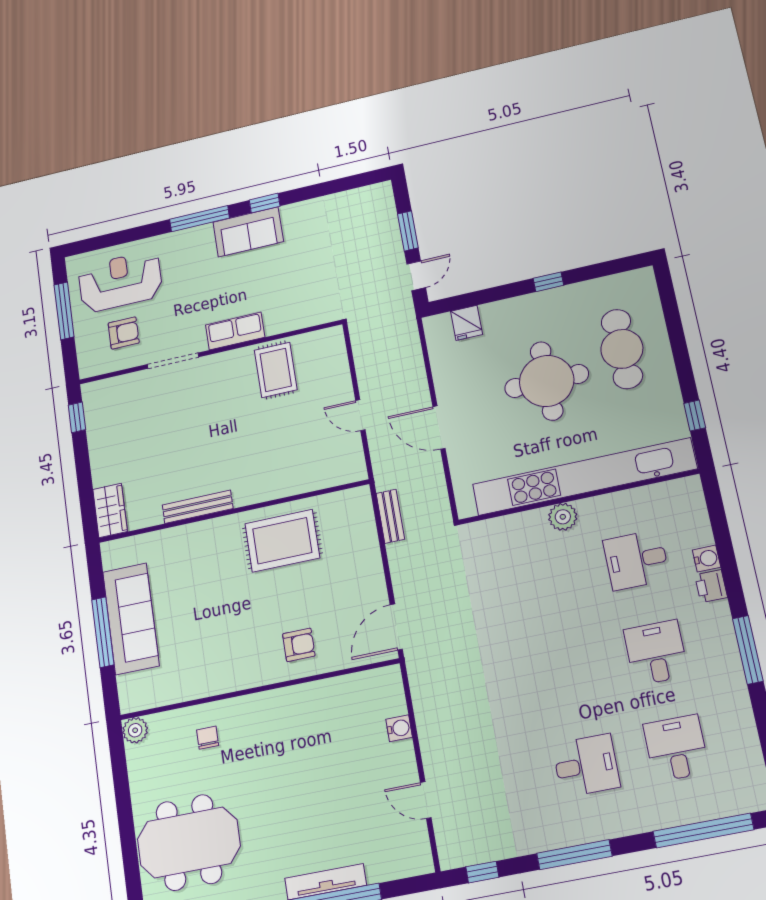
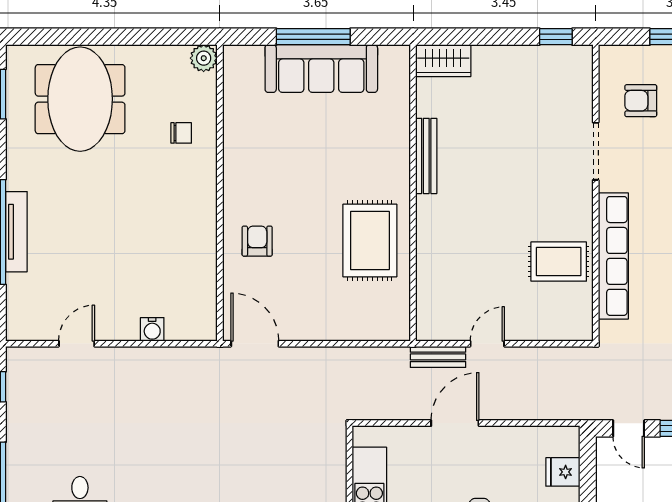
row of seats: (235, 331) -> (613, 256), width x2.02
armchair: (124, 333) -> (641, 101), turned 90
bench: (390, 516) -> (438, 357), moved
armchair: (299, 645) -> (257, 241), turned 180

